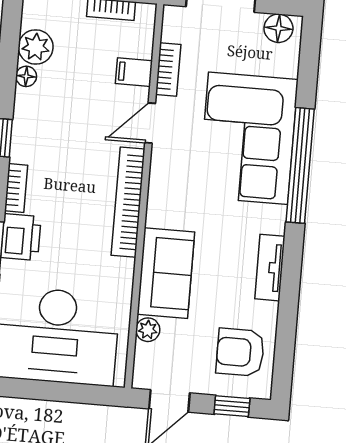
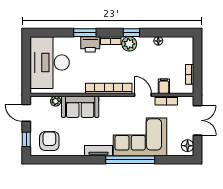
plant: (36, 47) -> (129, 44), moved
tv unit: (270, 268) -> (99, 151), moved

